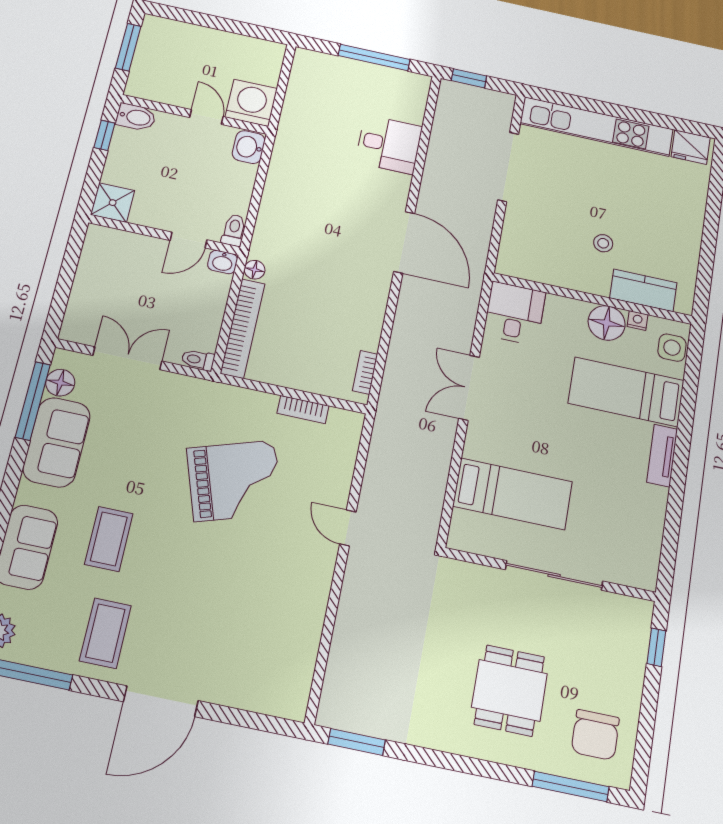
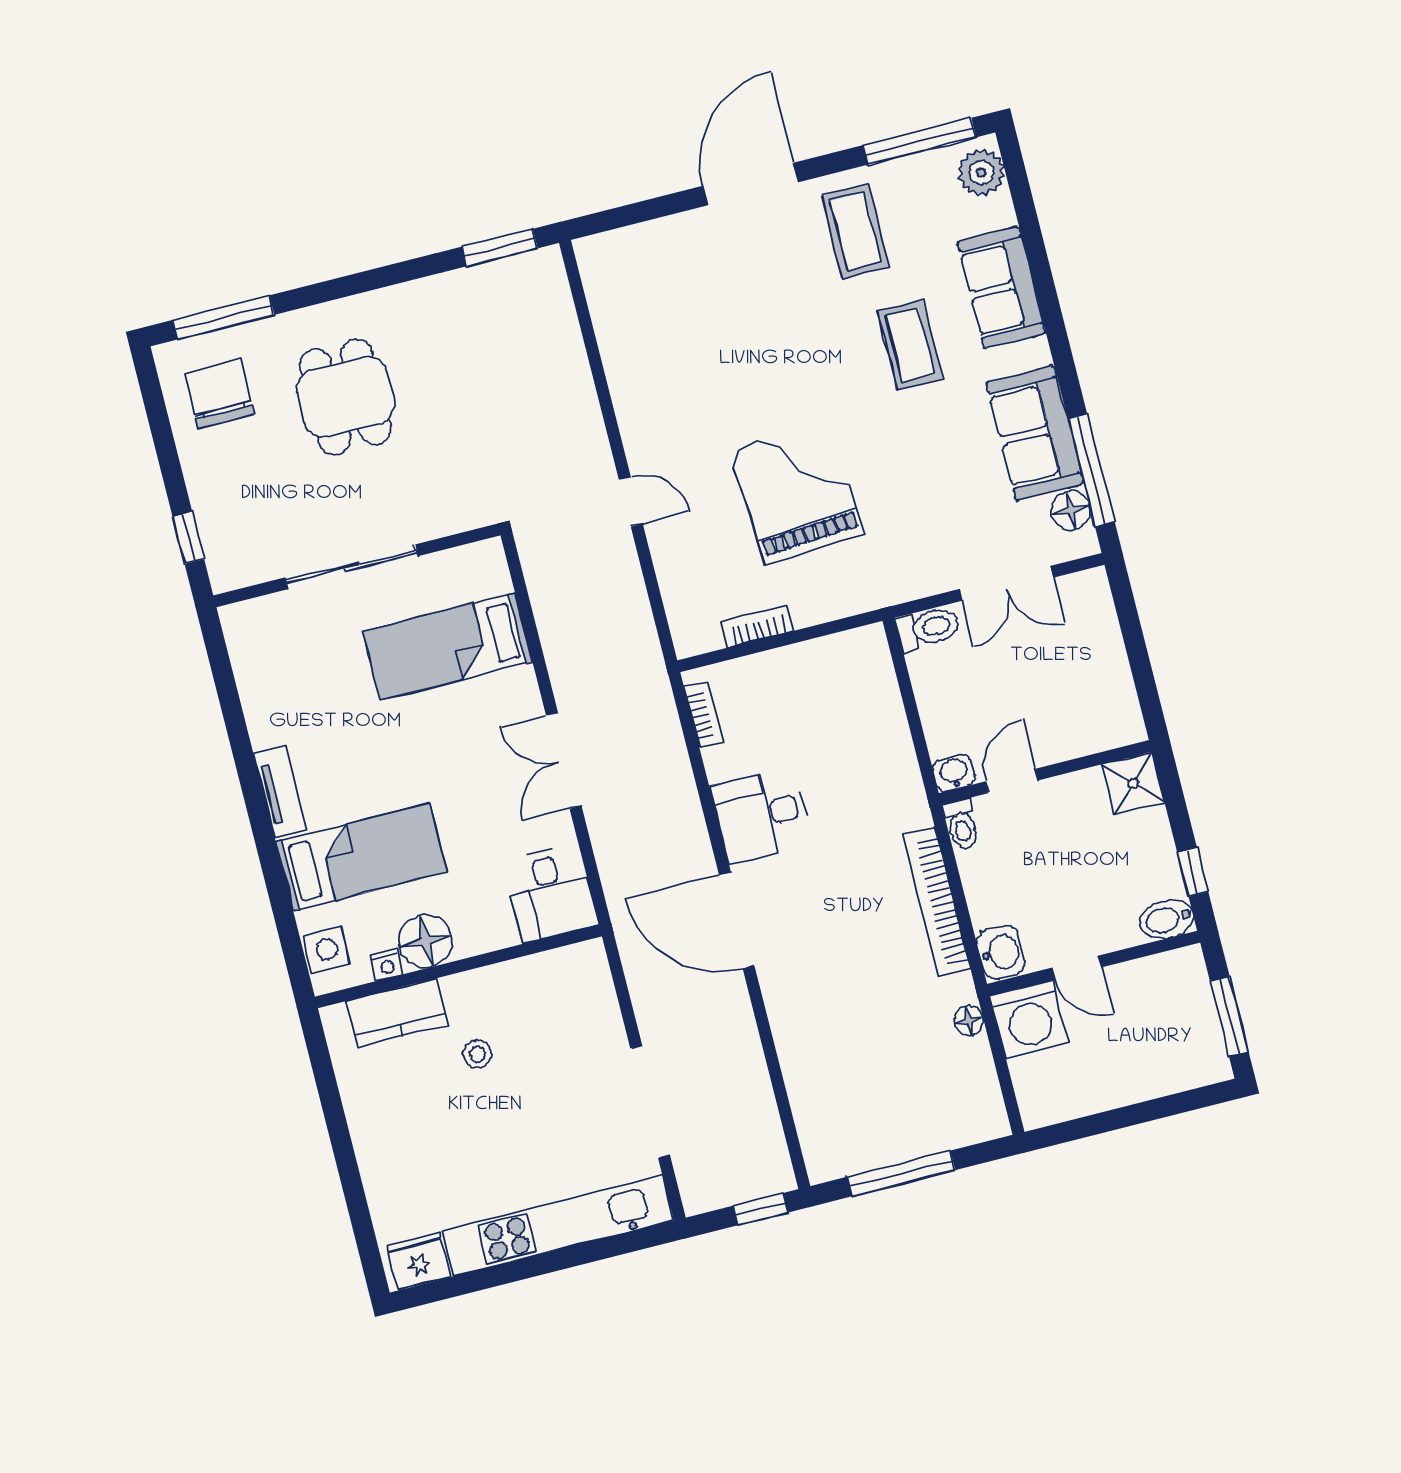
desk: (389, 144) -> (761, 815), moved
floor lamp: (254, 270) -> (969, 1021), moved
bookcase: (243, 328) -> (937, 902), moved
toilet: (198, 360) -> (928, 628), width x1.37, depth x1.39
double door: (469, 388) -> (564, 761), swing flipped
grand piano: (235, 481) -> (797, 492), turned 104

